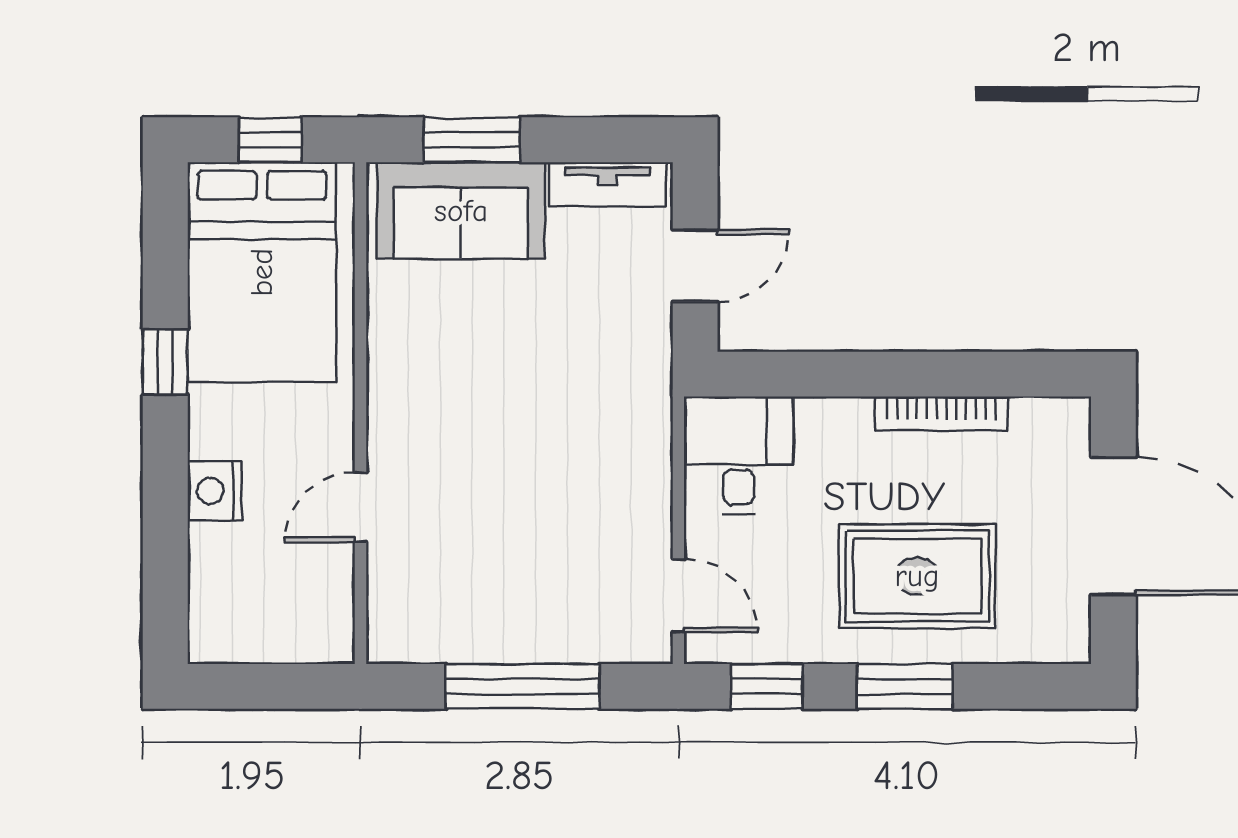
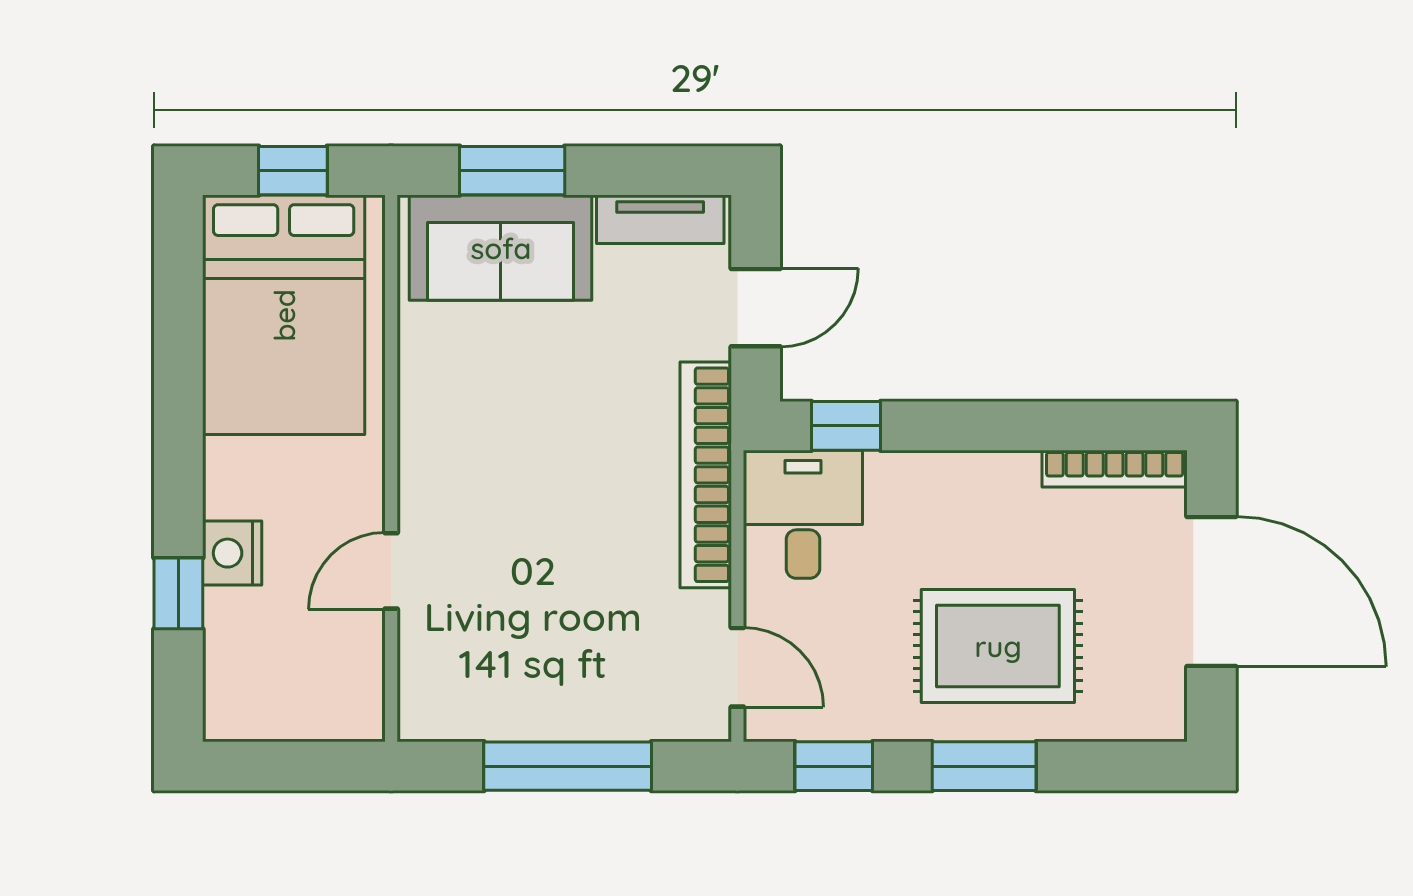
window: (165, 362) -> (178, 593), moved
window: (778, 374) -> (846, 426), added
bookcase: (941, 413) -> (1115, 469), moved
bookcase: (649, 419) -> (706, 475), added

